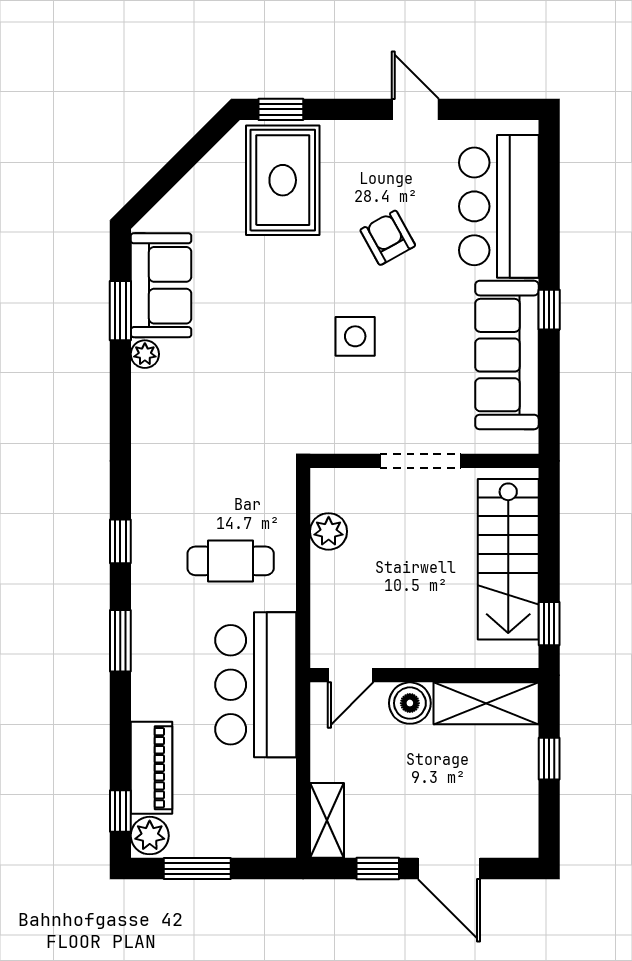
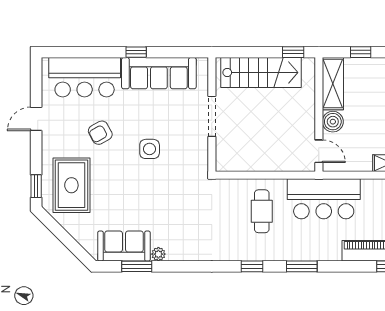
rug: (283, 180) -> (71, 185), turned 90
plant: (329, 531) -> (247, 162), removed

